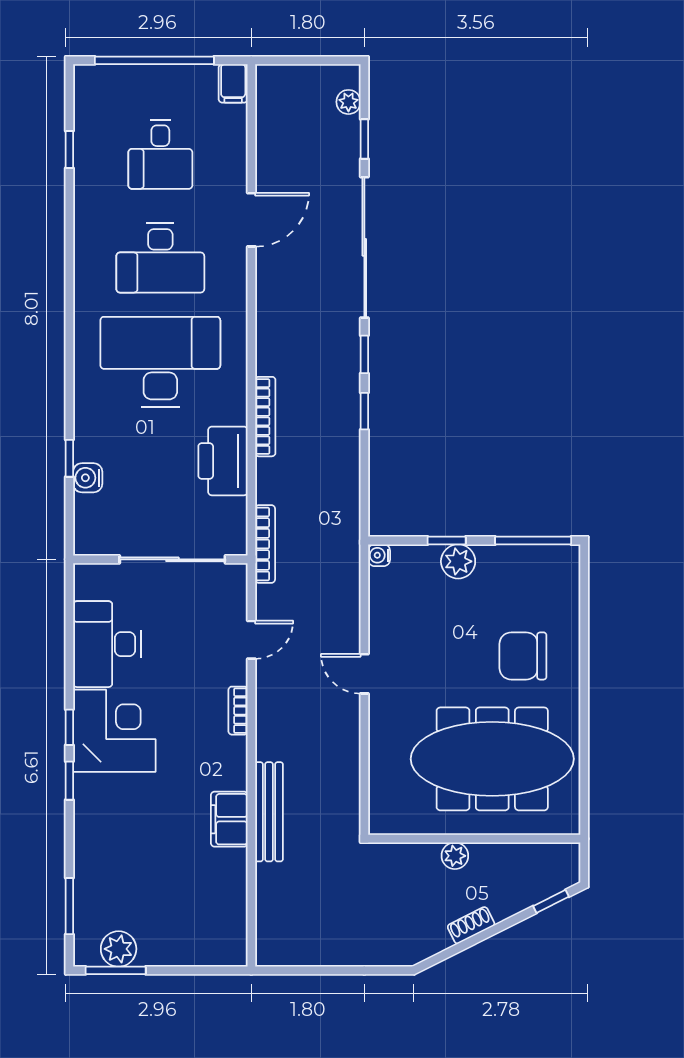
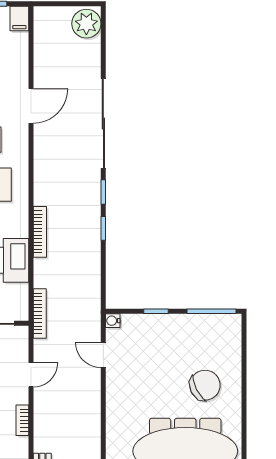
plant: (348, 102) -> (86, 24), width x1.87, depth x1.87
window: (364, 139) -> (103, 54), removed
plant: (458, 561) -> (163, 325), removed
chair: (523, 656) -> (205, 385), turned 153
door: (364, 674) -> (103, 355), moved

